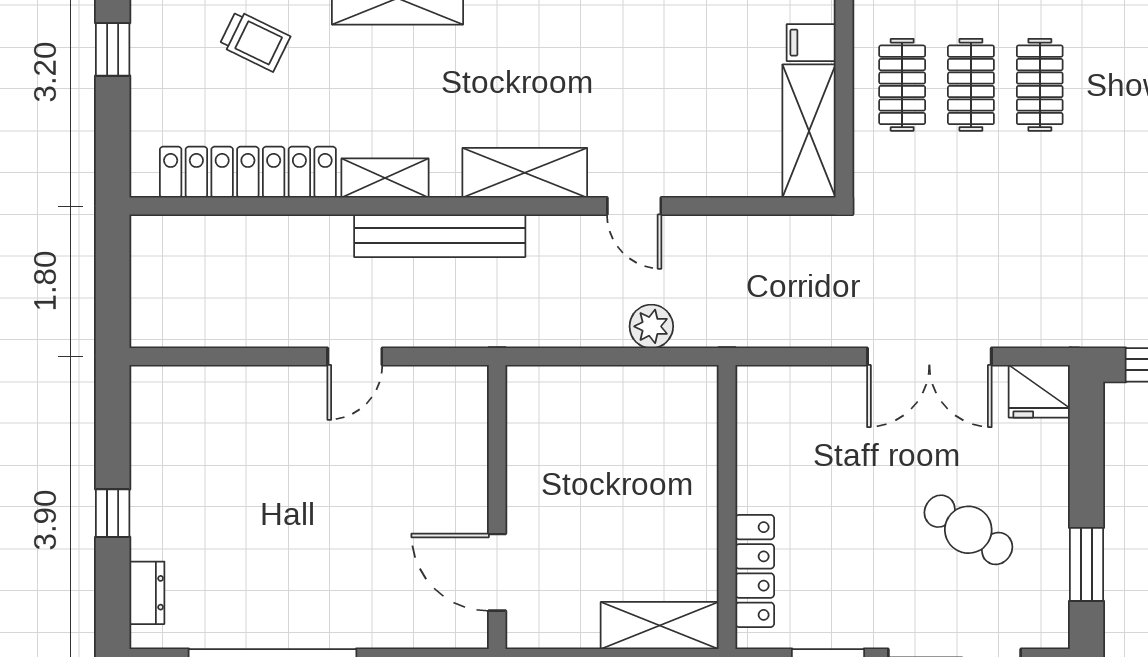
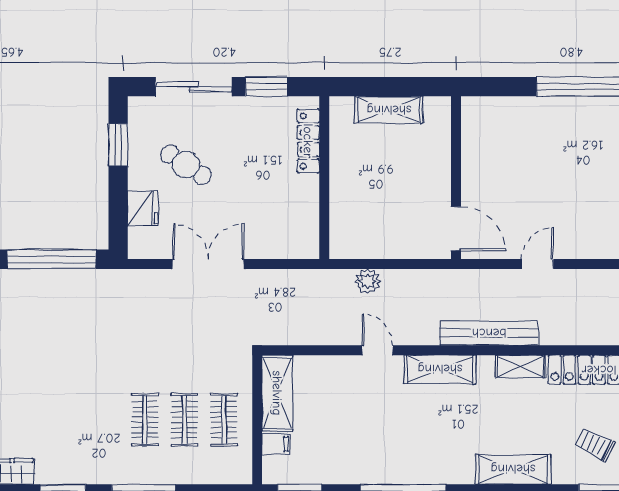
fridge: (1039, 391) -> (143, 208), moved, turned 90
door: (497, 572) -> (456, 229), moved
shelving: (660, 626) -> (389, 110), moved

